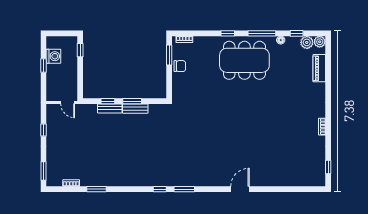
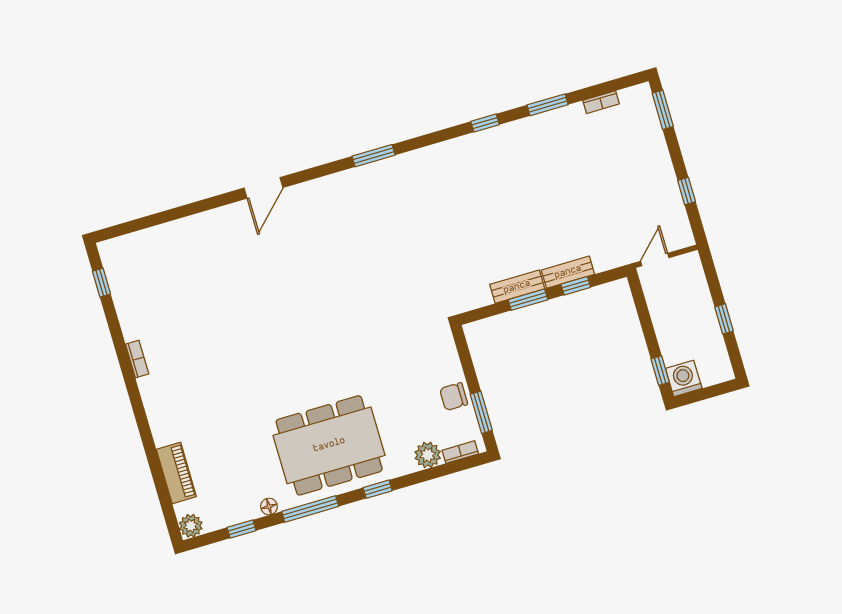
plant: (307, 42) -> (428, 455), moved
washing machine: (53, 56) -> (684, 378), moved, turned 90
door: (68, 102) -> (655, 260), hinge flipped
window: (160, 189) -> (485, 123), moved

